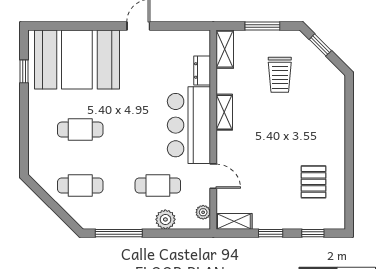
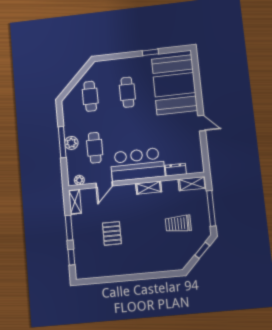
window: (262, 26) -> (211, 208), width x1.44
window: (24, 71) -> (150, 52), moved
pallet: (314, 182) -> (112, 233), moved, turned 90
plant: (165, 219) -> (71, 143), moved
window: (119, 233) -> (62, 142), moved
window: (271, 233) -> (69, 228), width x1.50

